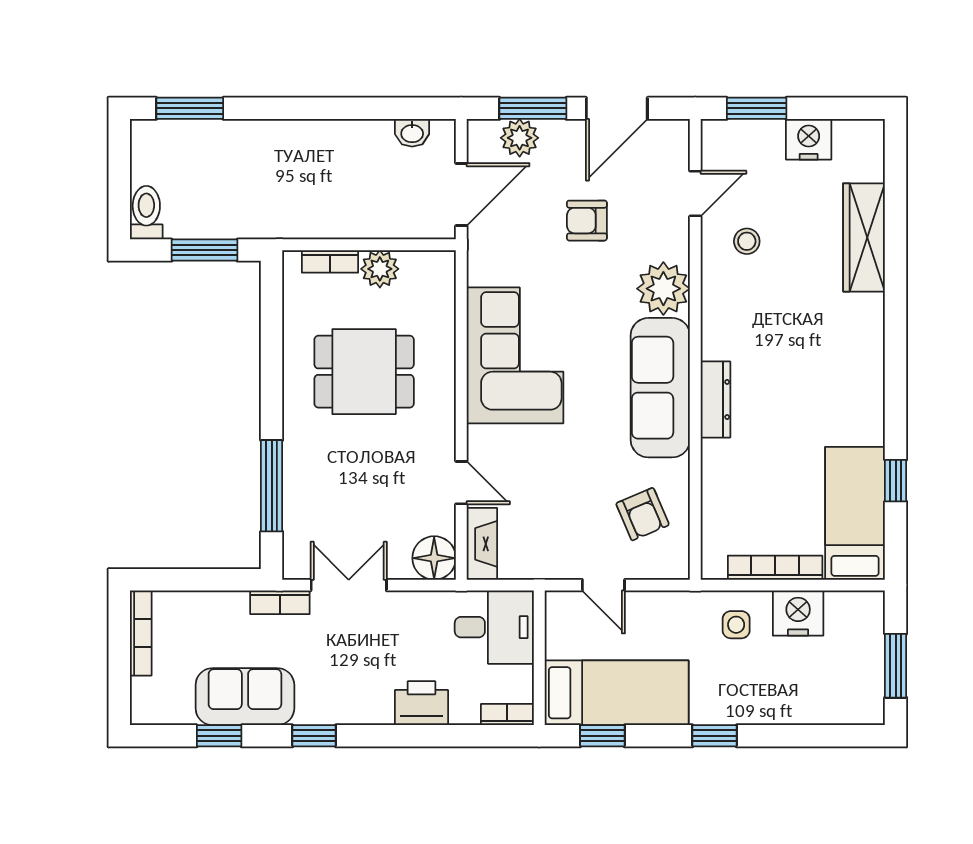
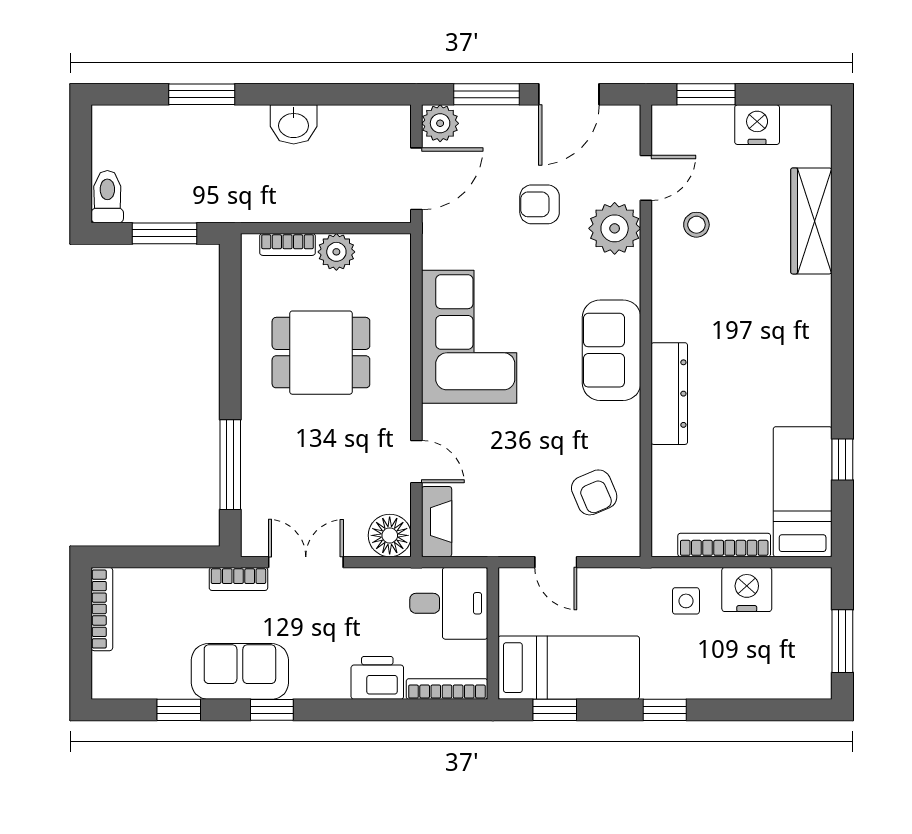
window: (190, 108) -> (202, 94), moved
washbasin: (412, 133) -> (294, 124), moved, width x1.38, depth x1.45
plant: (520, 138) -> (440, 123), moved
plant: (663, 289) -> (615, 228), moved
sofa: (660, 388) -> (612, 350), width x0.73
dresser: (715, 399) -> (669, 394), width x1.37, depth x1.24
sofa: (245, 697) -> (240, 671), moved
bookcase: (507, 715) -> (447, 689), width x1.56

